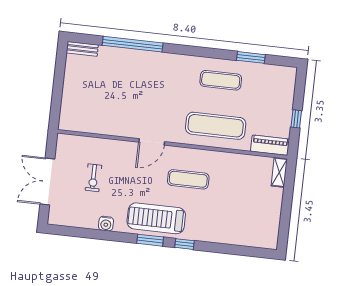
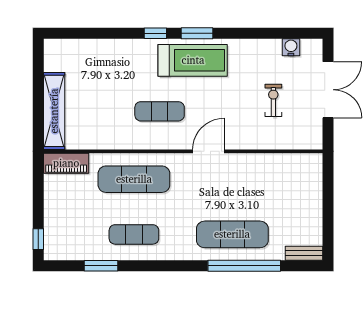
exercise mat: (140, 71) -> (232, 234), added
window: (296, 119) -> (38, 239), moved
shelving: (279, 172) -> (54, 111), width x2.20, depth x1.33
water cooler: (106, 224) -> (291, 47), moved

